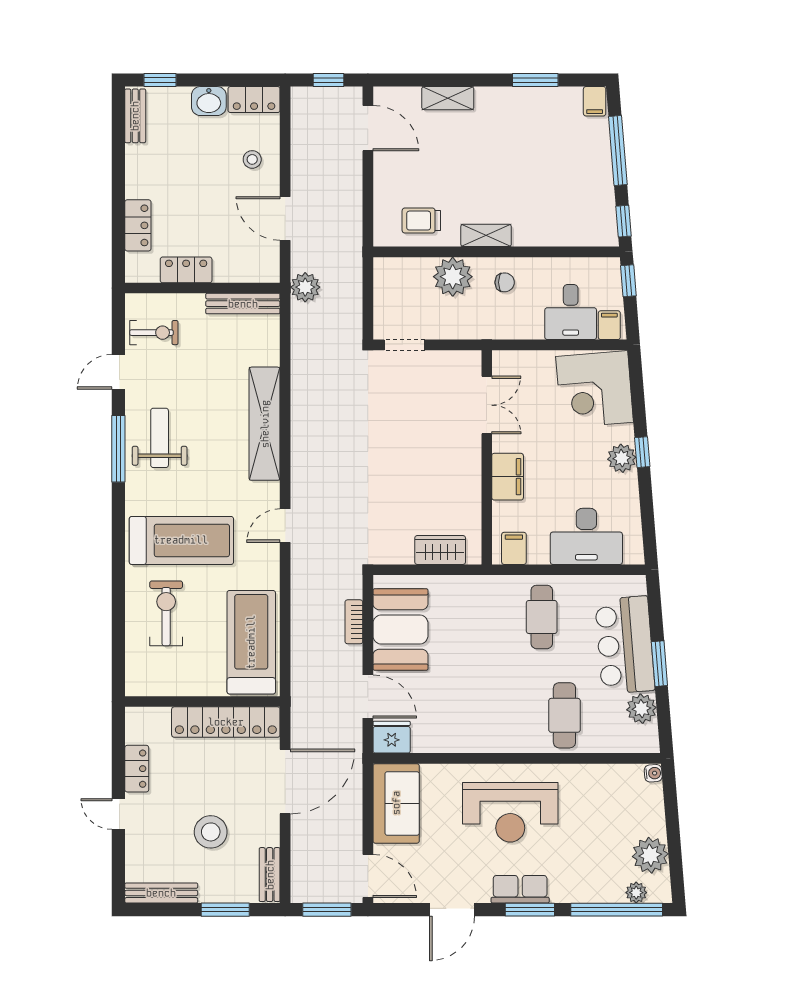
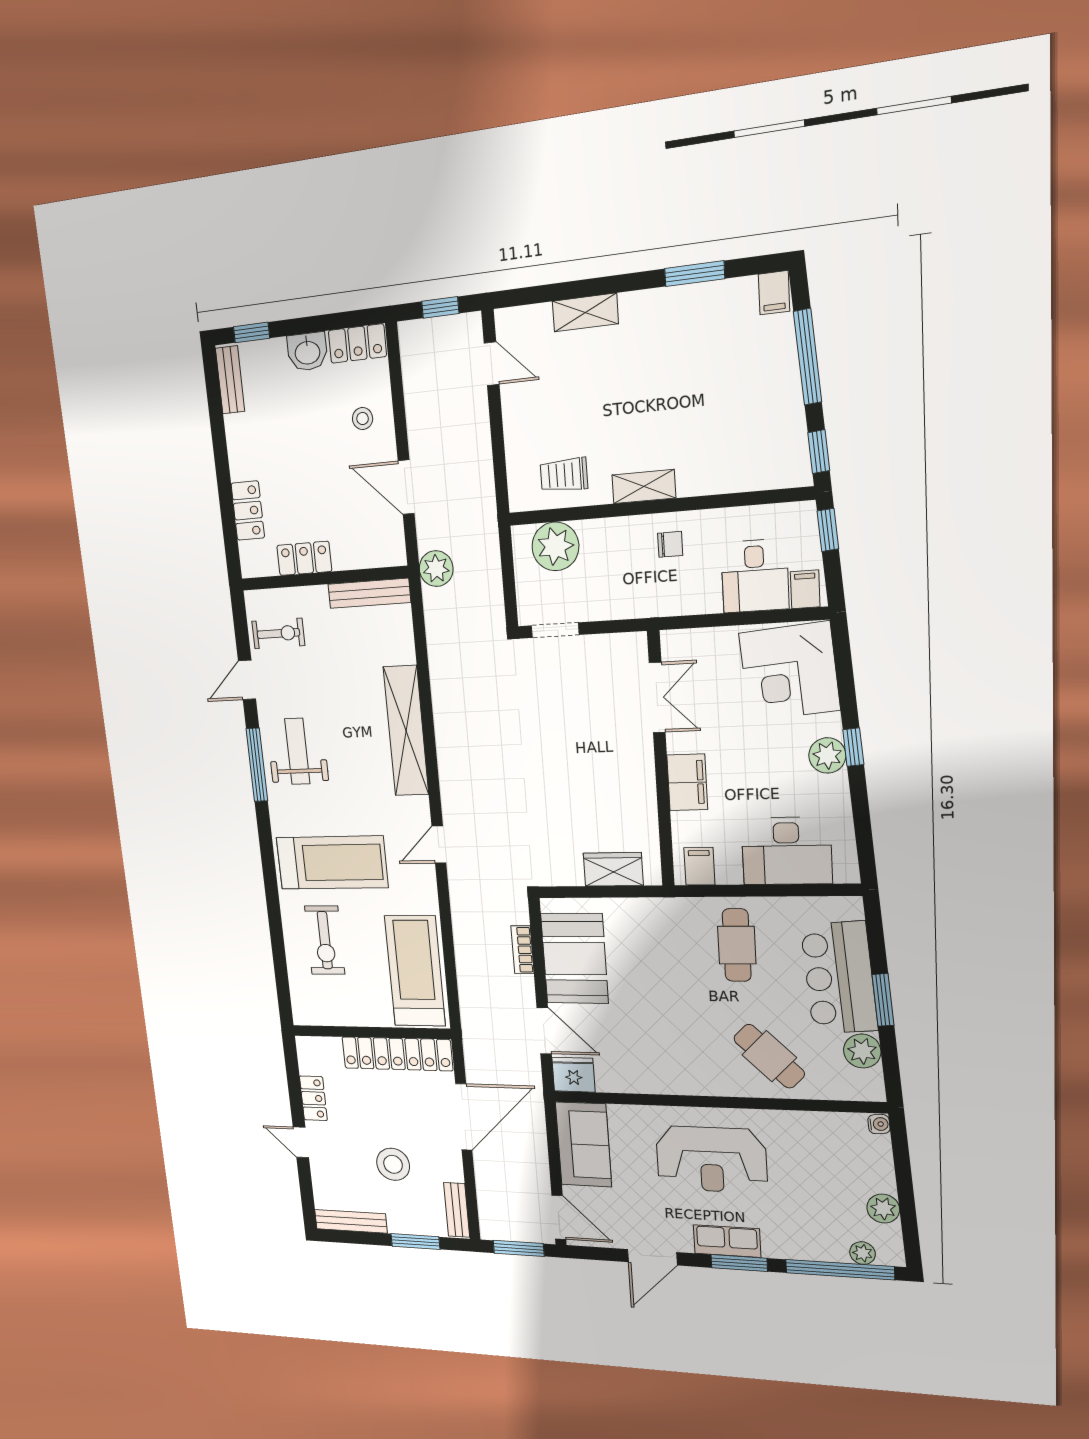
door: (368, 128) -> (492, 364), width x0.73
plant: (453, 277) -> (555, 546), moved
exercise bike: (166, 613) -> (325, 940), turned 180
cafe table: (564, 715) -> (769, 1056), turned -46
plant: (650, 855) -> (883, 1209), width x0.73, depth x0.73

